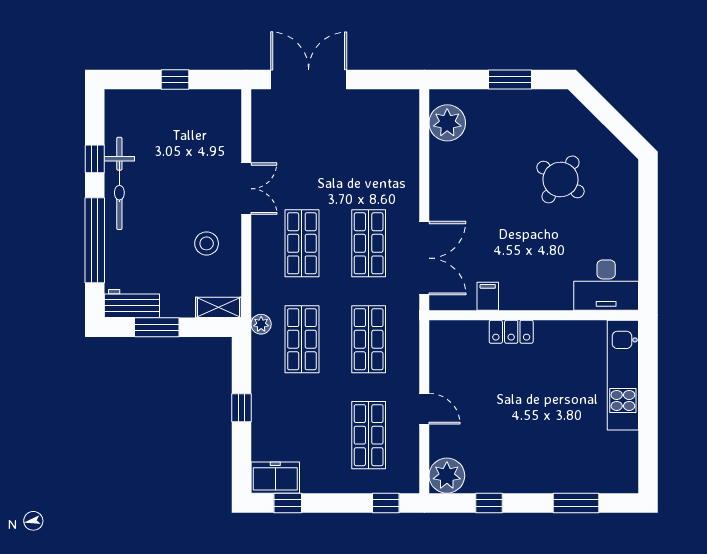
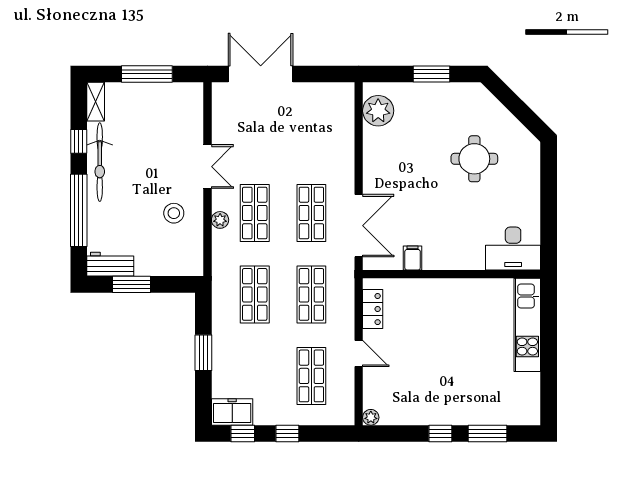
window: (175, 80) -> (147, 74), width x2.17
round table: (560, 179) -> (474, 159), turned -35
shelving: (218, 307) -> (96, 102), moved, turned 90
plant: (261, 324) -> (220, 220), moved
locker: (511, 332) -> (373, 309), moved, turned -90
window: (241, 408) -> (203, 353), width x1.50
plant: (447, 476) -> (371, 417), width x0.53, depth x0.53
window: (386, 503) -> (287, 434), moved
window: (489, 503) -> (440, 434), moved

